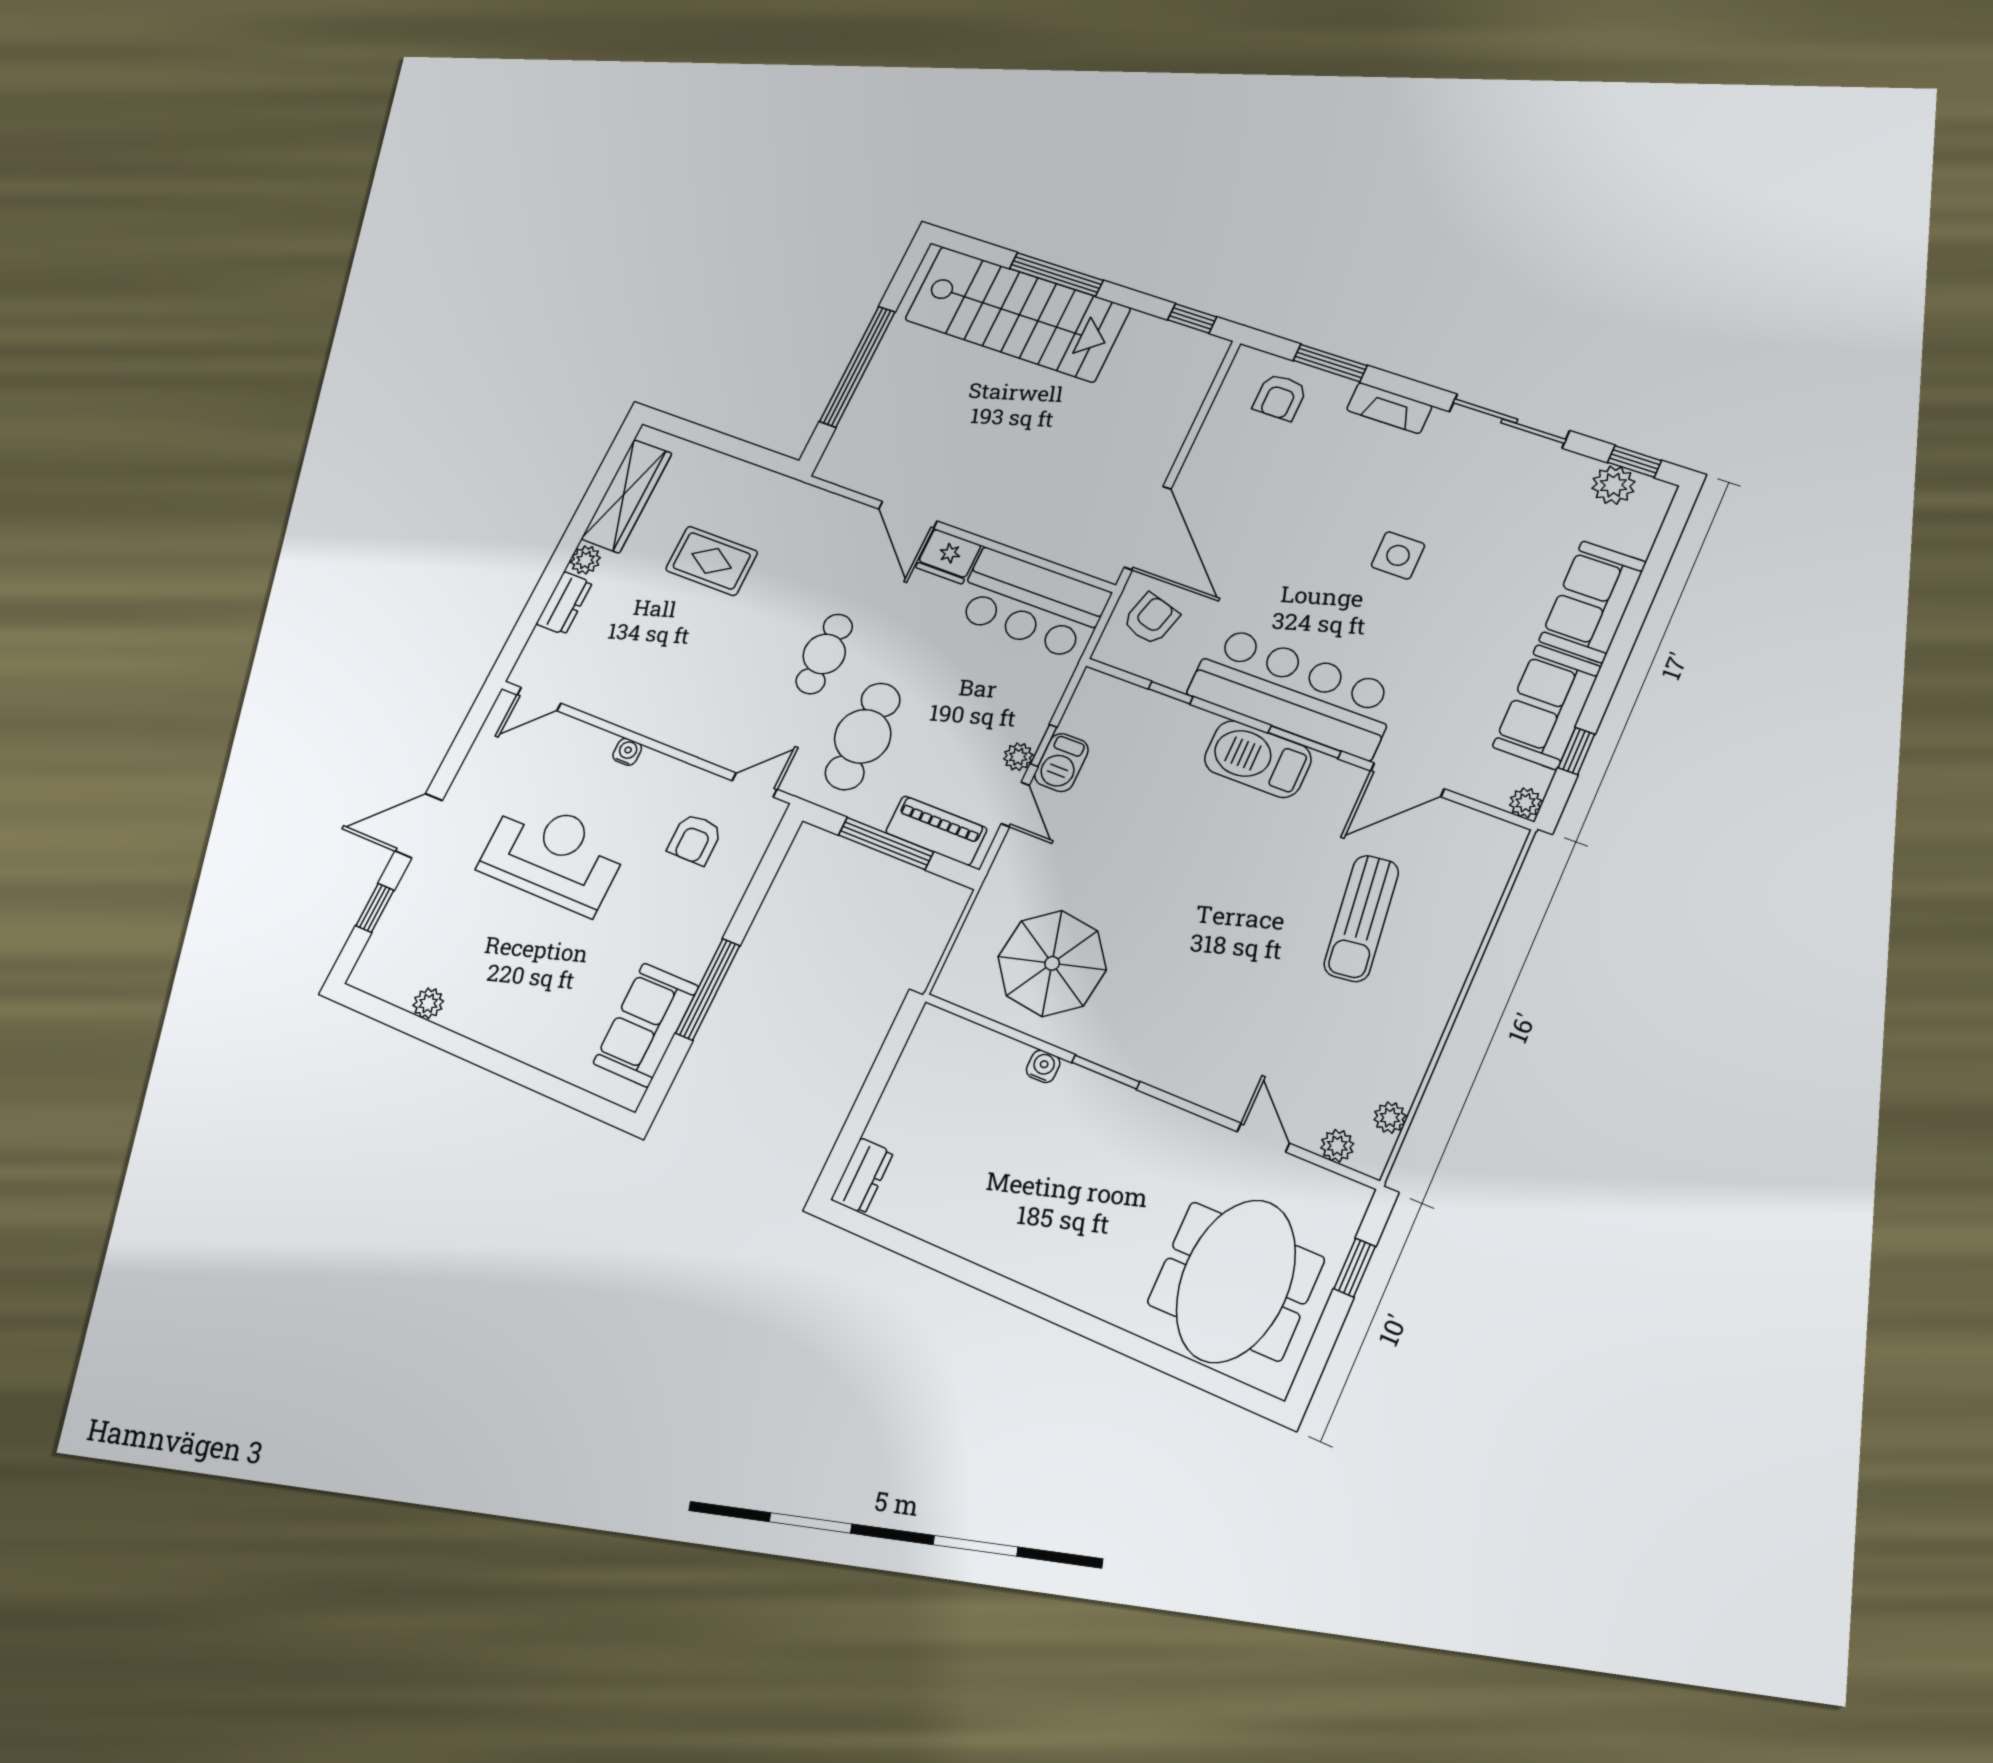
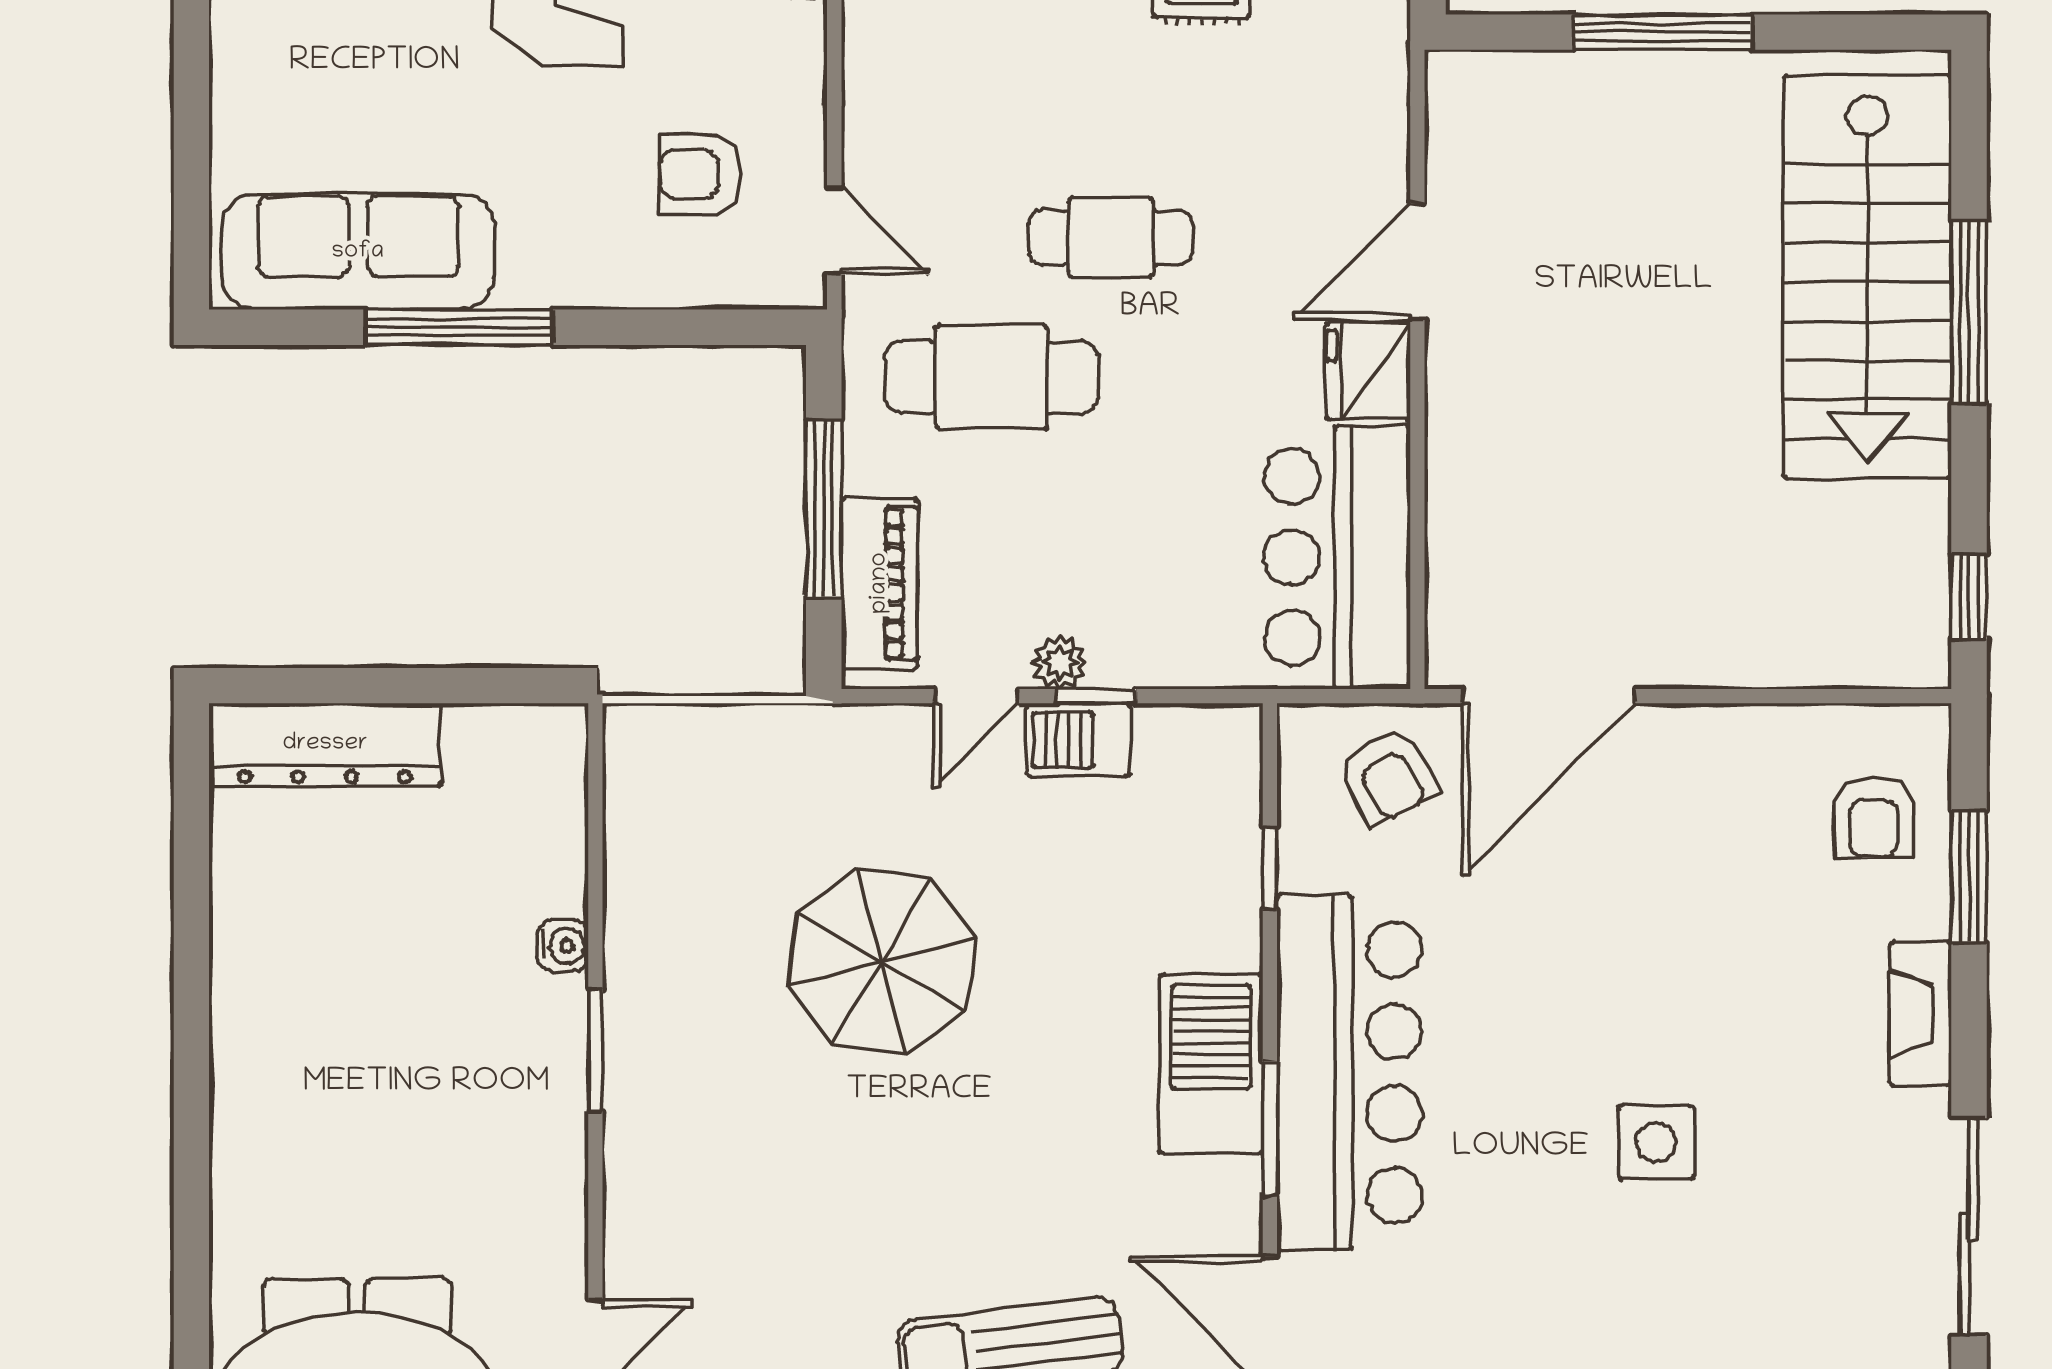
window: (857, 367) -> (1663, 32), width x0.68
armchair: (1280, 397) -> (1874, 817), turned -90
armchair: (1151, 619) -> (1387, 776), turned 46
parasol: (1052, 963) -> (881, 962), moved
sofa: (646, 1025) -> (358, 252), width x1.36
dresser: (862, 1176) -> (325, 744), width x1.96, depth x1.24

